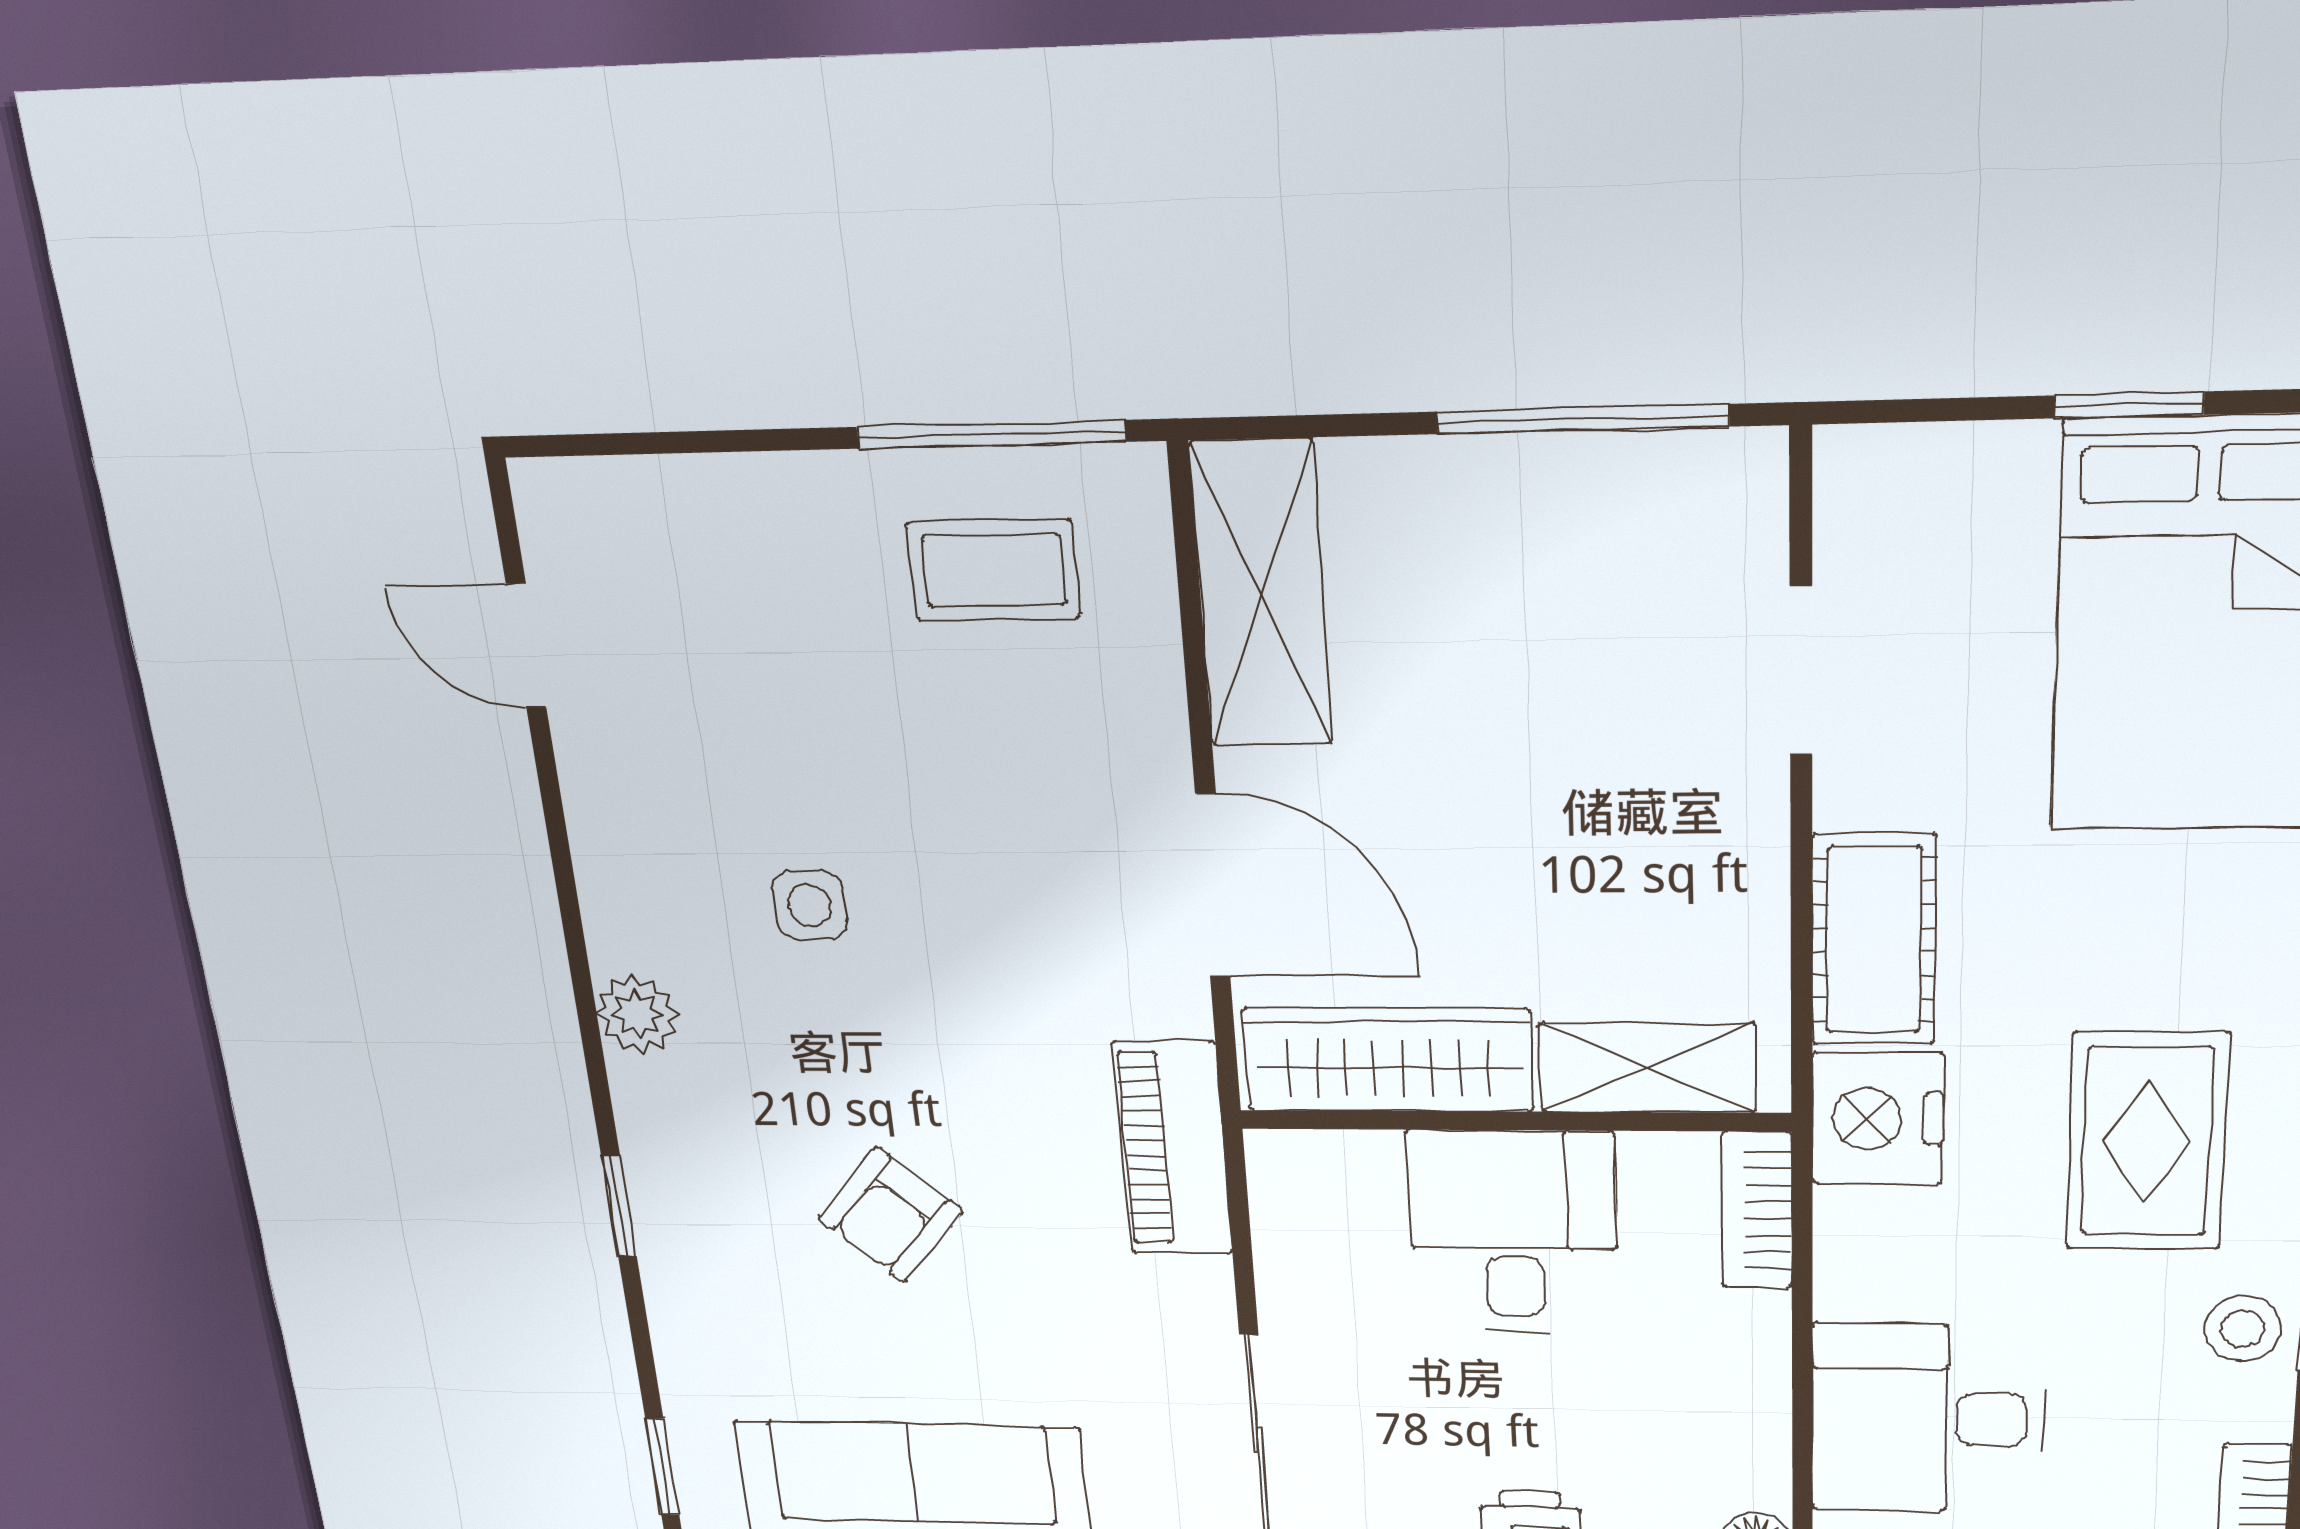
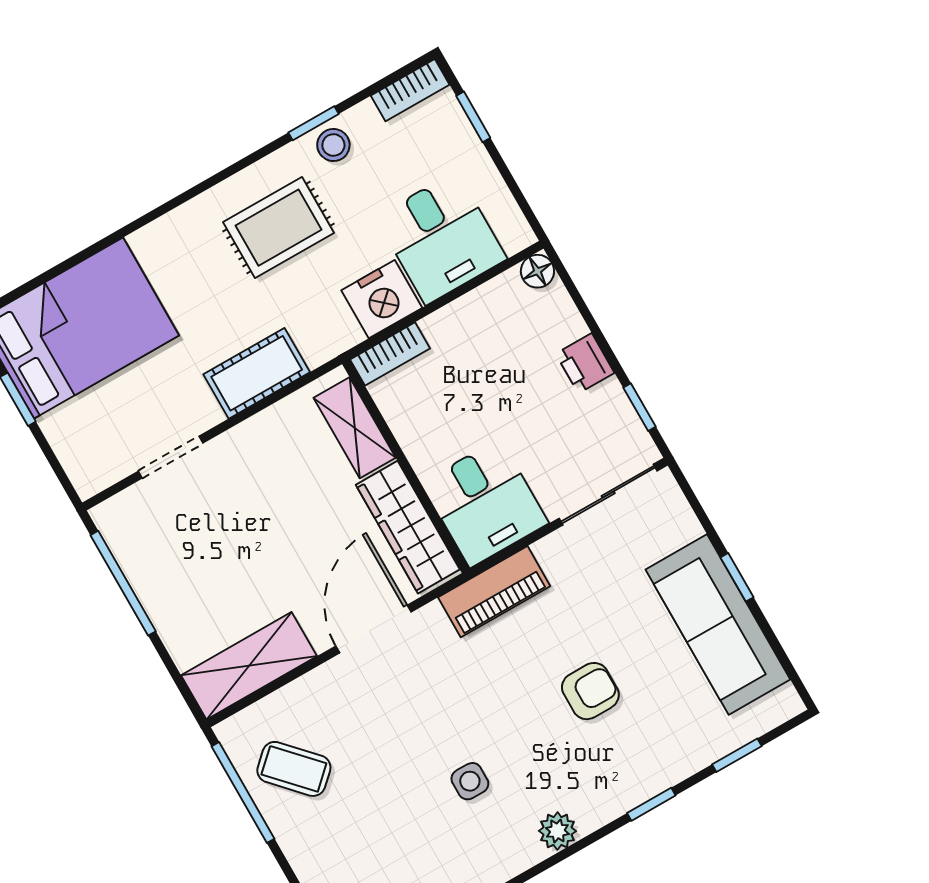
coffee table: (993, 570) -> (294, 769), turned -43
nightstand: (1877, 1119) -> (382, 299), moved
armchair: (890, 1215) -> (590, 691), turned -41
desk: (1513, 1232) -> (485, 503), moved, turned -90
window: (662, 1467) -> (737, 755), moved

